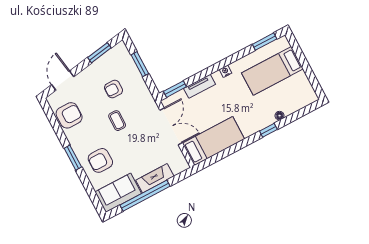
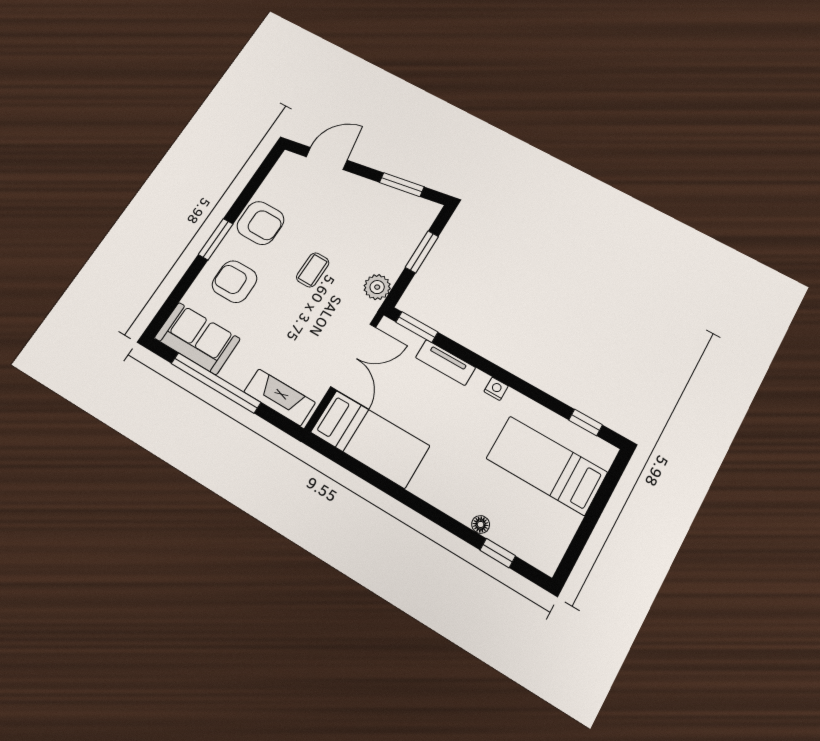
window: (265, 42) -> (586, 422), width x0.67
armchair: (114, 89) -> (359, 236), removed
plant: (144, 96) -> (377, 287), added
armchair: (69, 115) -> (261, 223), moved
window: (268, 130) -> (498, 553), moved
fireplace: (155, 178) -> (280, 397), moved

